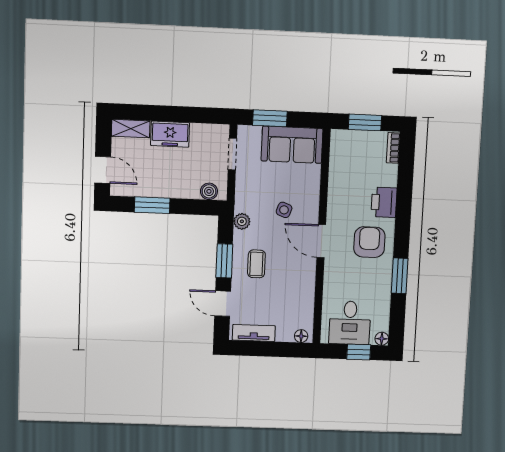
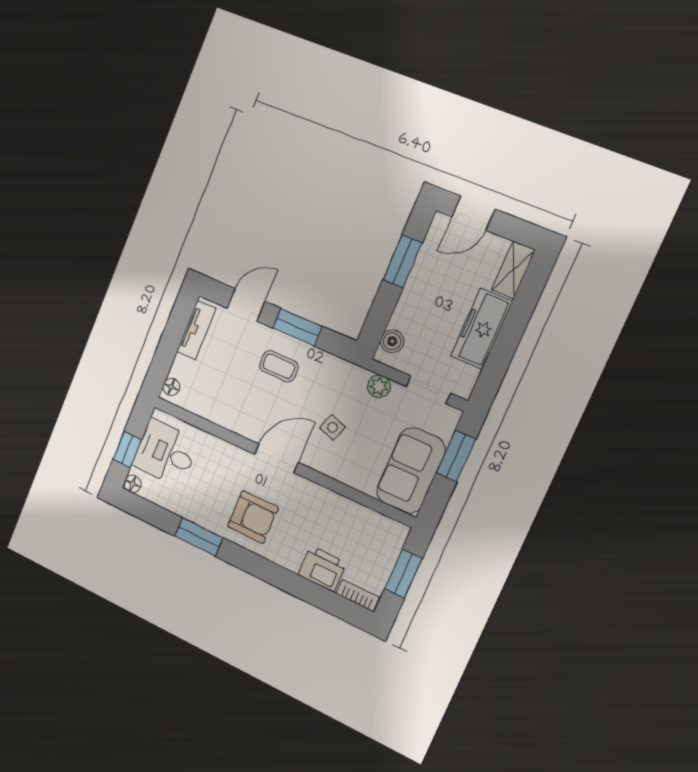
freezer: (170, 134) -> (481, 329), width x1.40
printer: (384, 202) -> (322, 569), moved
plant: (242, 221) -> (379, 386), moved

